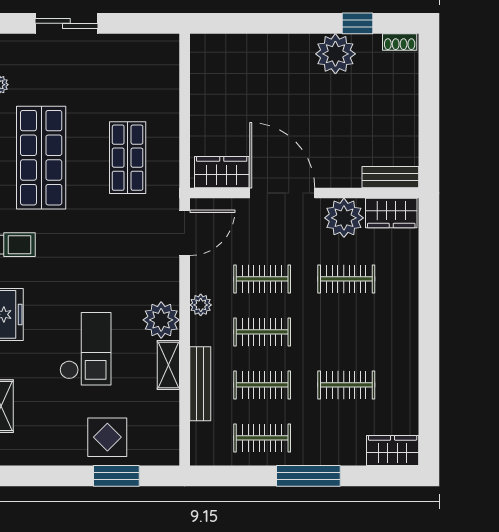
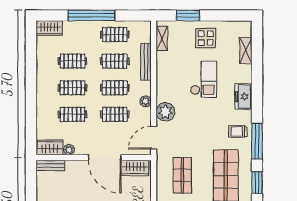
plant: (344, 218) -> (69, 150), width x0.53, depth x0.53
plant: (161, 320) -> (165, 112), moved
clothes rail: (346, 332) -> (72, 88), added
checkout: (85, 349) -> (203, 79), turned 180
shelving: (168, 365) -> (162, 38), moved
display table: (107, 437) -> (206, 38), moved
window: (308, 476) -> (91, 15), width x1.46

